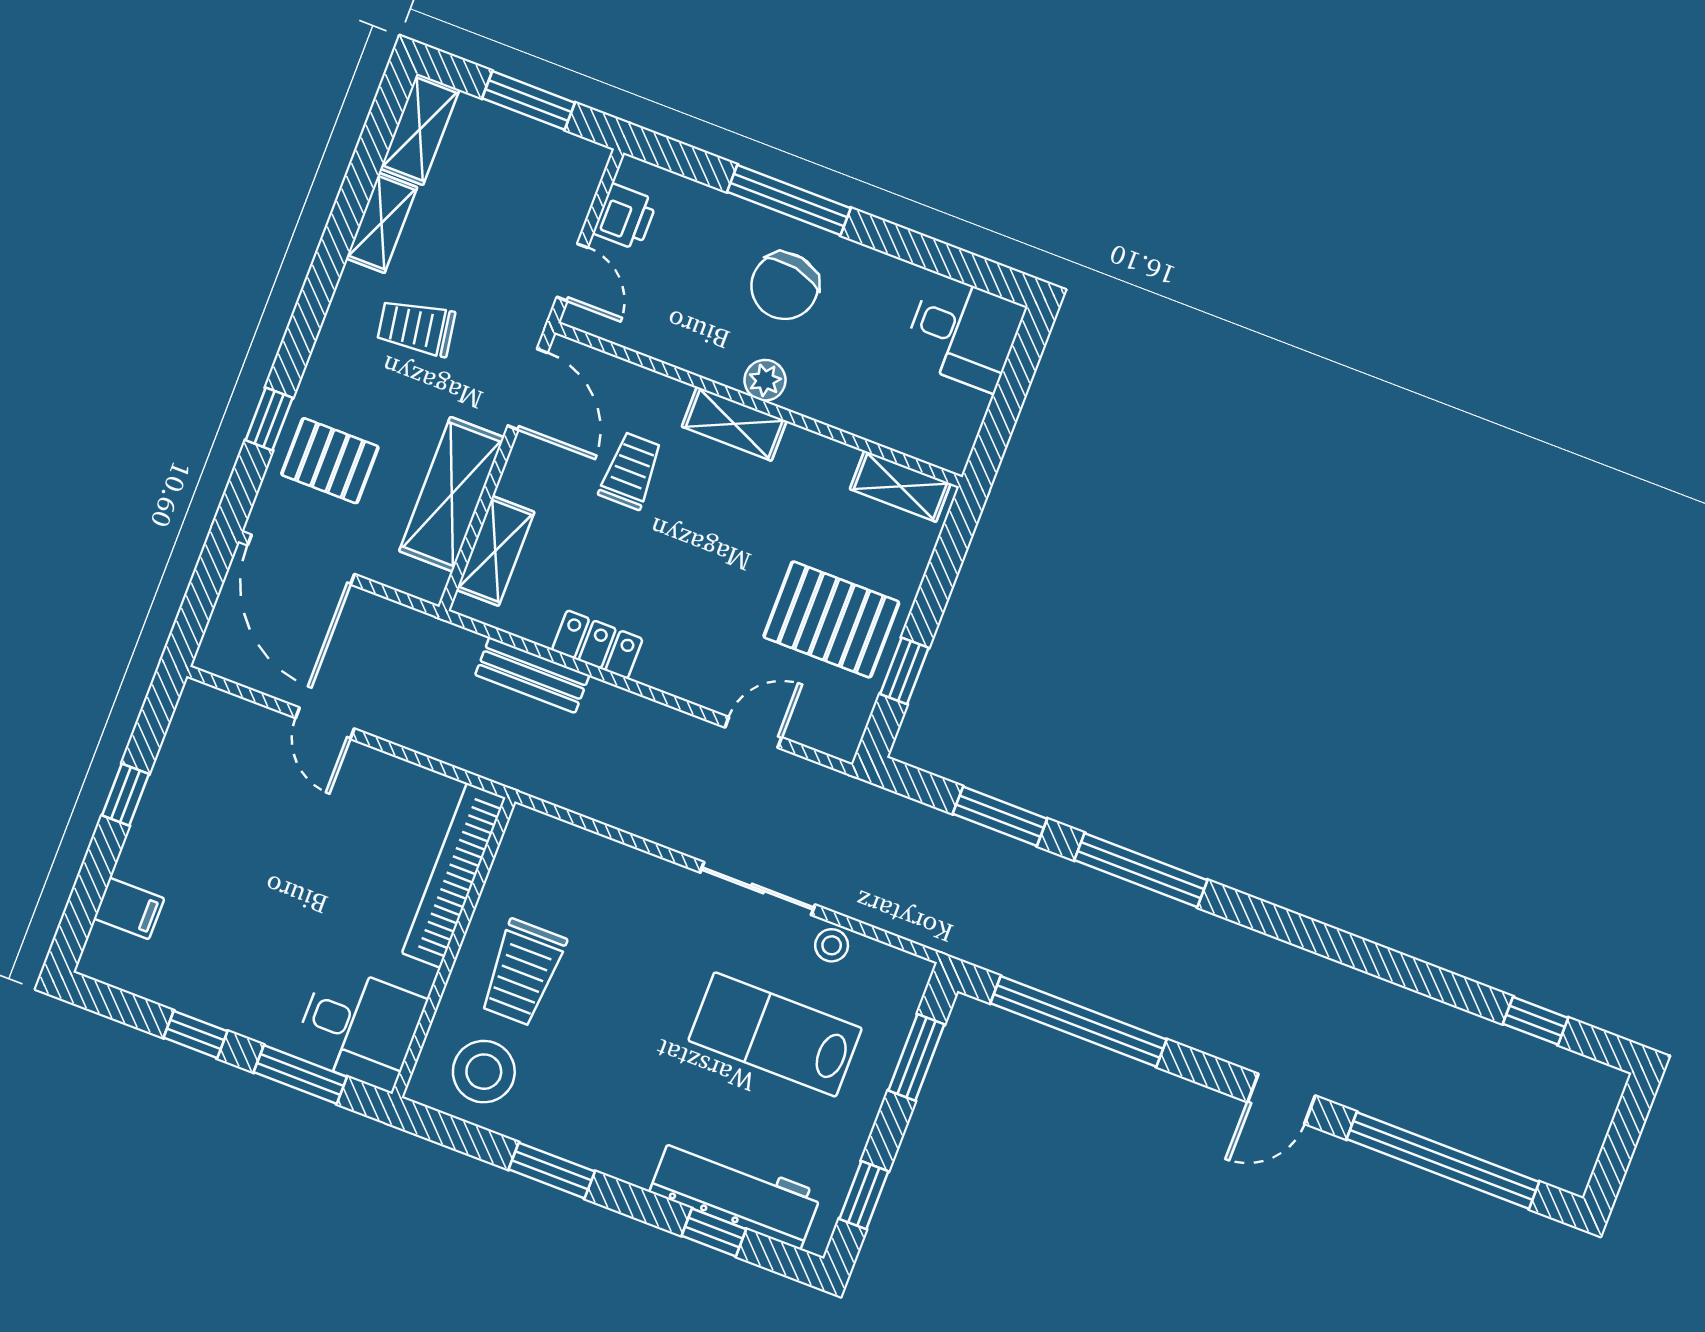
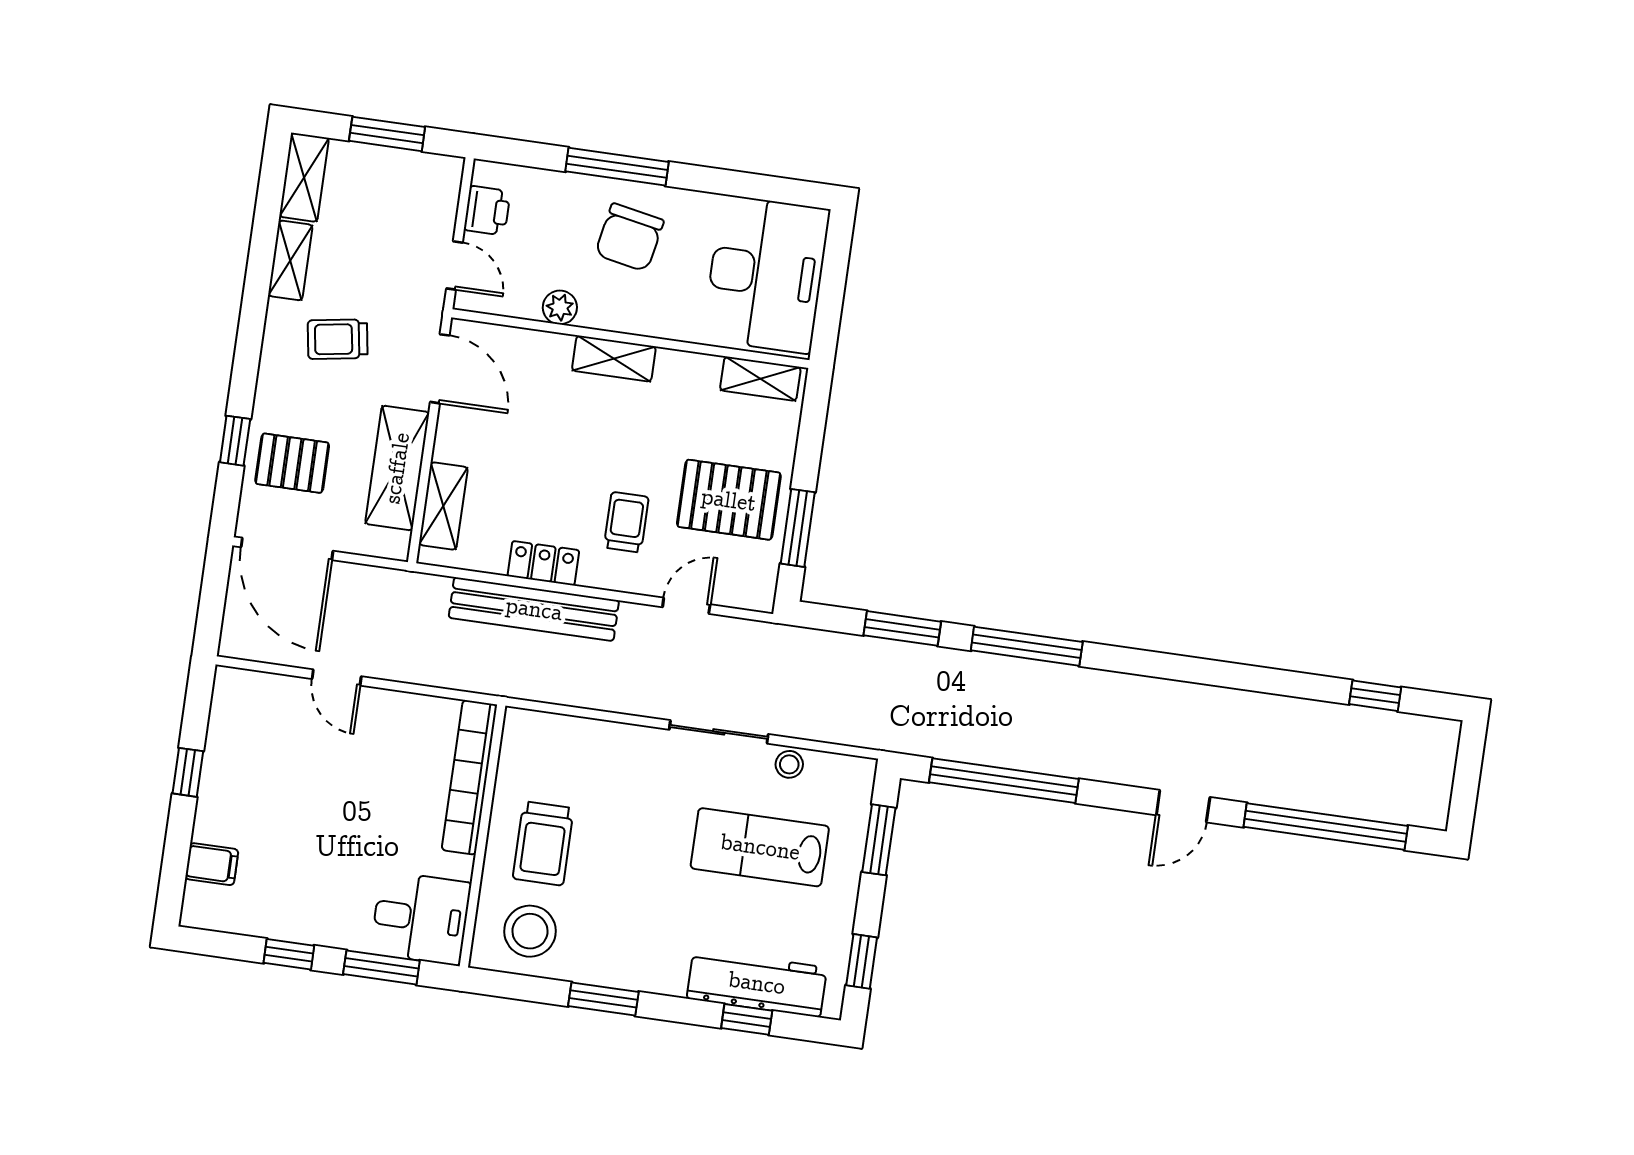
desk: (964, 333) -> (766, 274), width x1.87, depth x1.30
plant: (765, 380) -> (560, 307), moved
trolley: (631, 471) -> (626, 522), moved
window: (904, 671) -> (798, 528), width x1.50
bench: (532, 675) -> (534, 609), width x1.86, depth x1.21

